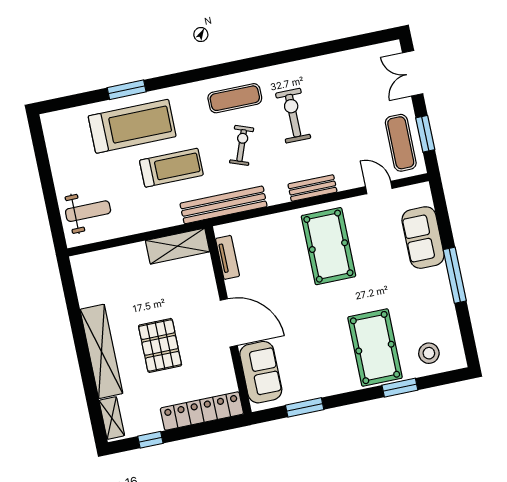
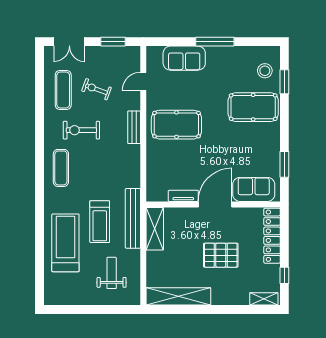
window: (127, 90) -> (40, 241), removed
exercise mat: (401, 143) -> (63, 90), moved, turned 90
exercise bike: (242, 145) -> (96, 89), moved
treadmill: (171, 168) -> (100, 222), turned 180
bench: (224, 205) -> (133, 218), moved
weight bench: (88, 211) -> (112, 273), moved
tv unit: (228, 257) -> (183, 196), moved
shelving: (101, 351) -> (178, 296), moved
window: (400, 388) -> (284, 82), moved

